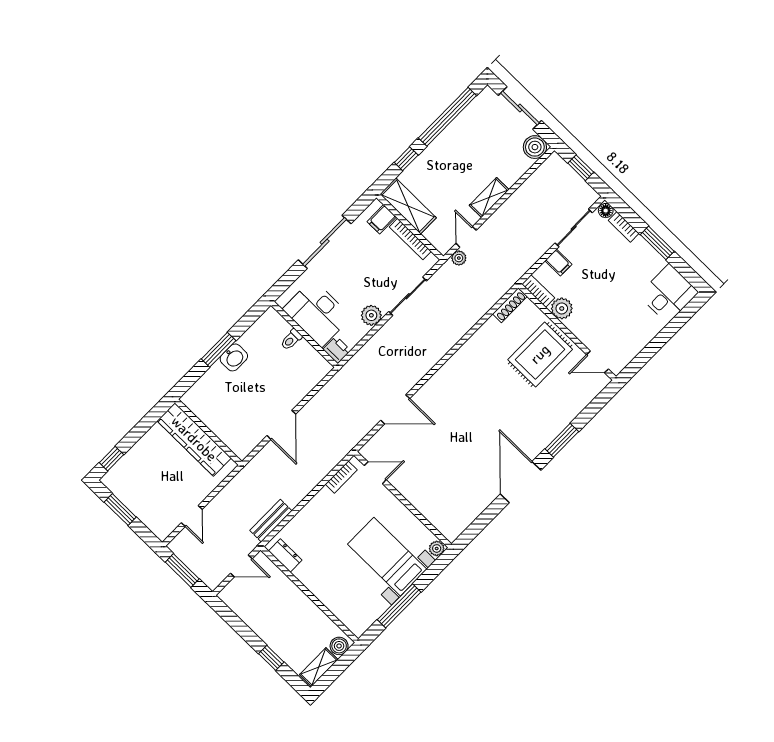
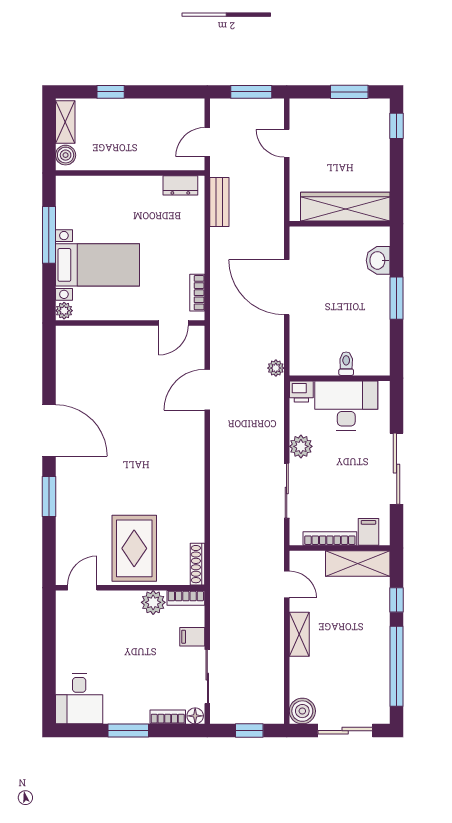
plant: (459, 258) -> (276, 368), moved
washbasin: (234, 357) -> (378, 260), moved
door: (281, 425) -> (287, 287), width x1.36

